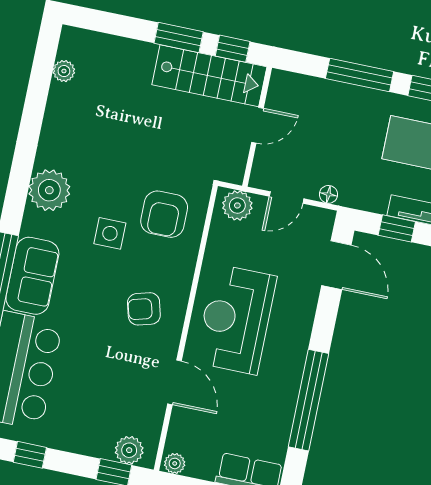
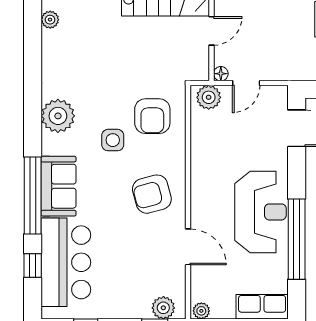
floor lamp: (328, 194) -> (221, 74), moved
armchair: (144, 309) -> (152, 194), width x1.38, depth x1.38
reception desk: (236, 319) -> (260, 212), moved, turned 180

